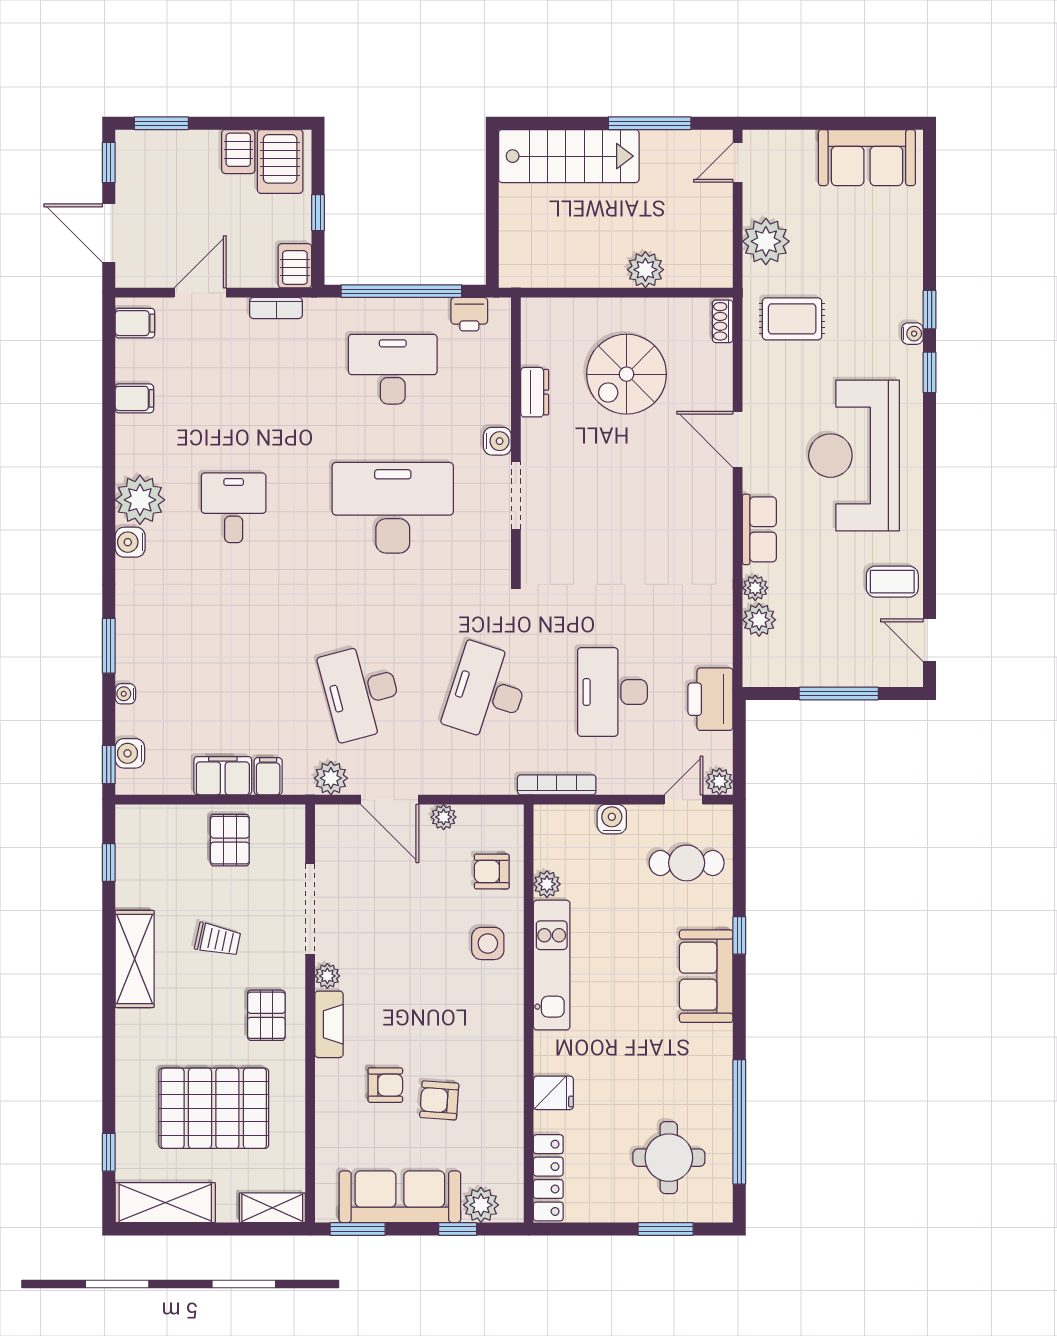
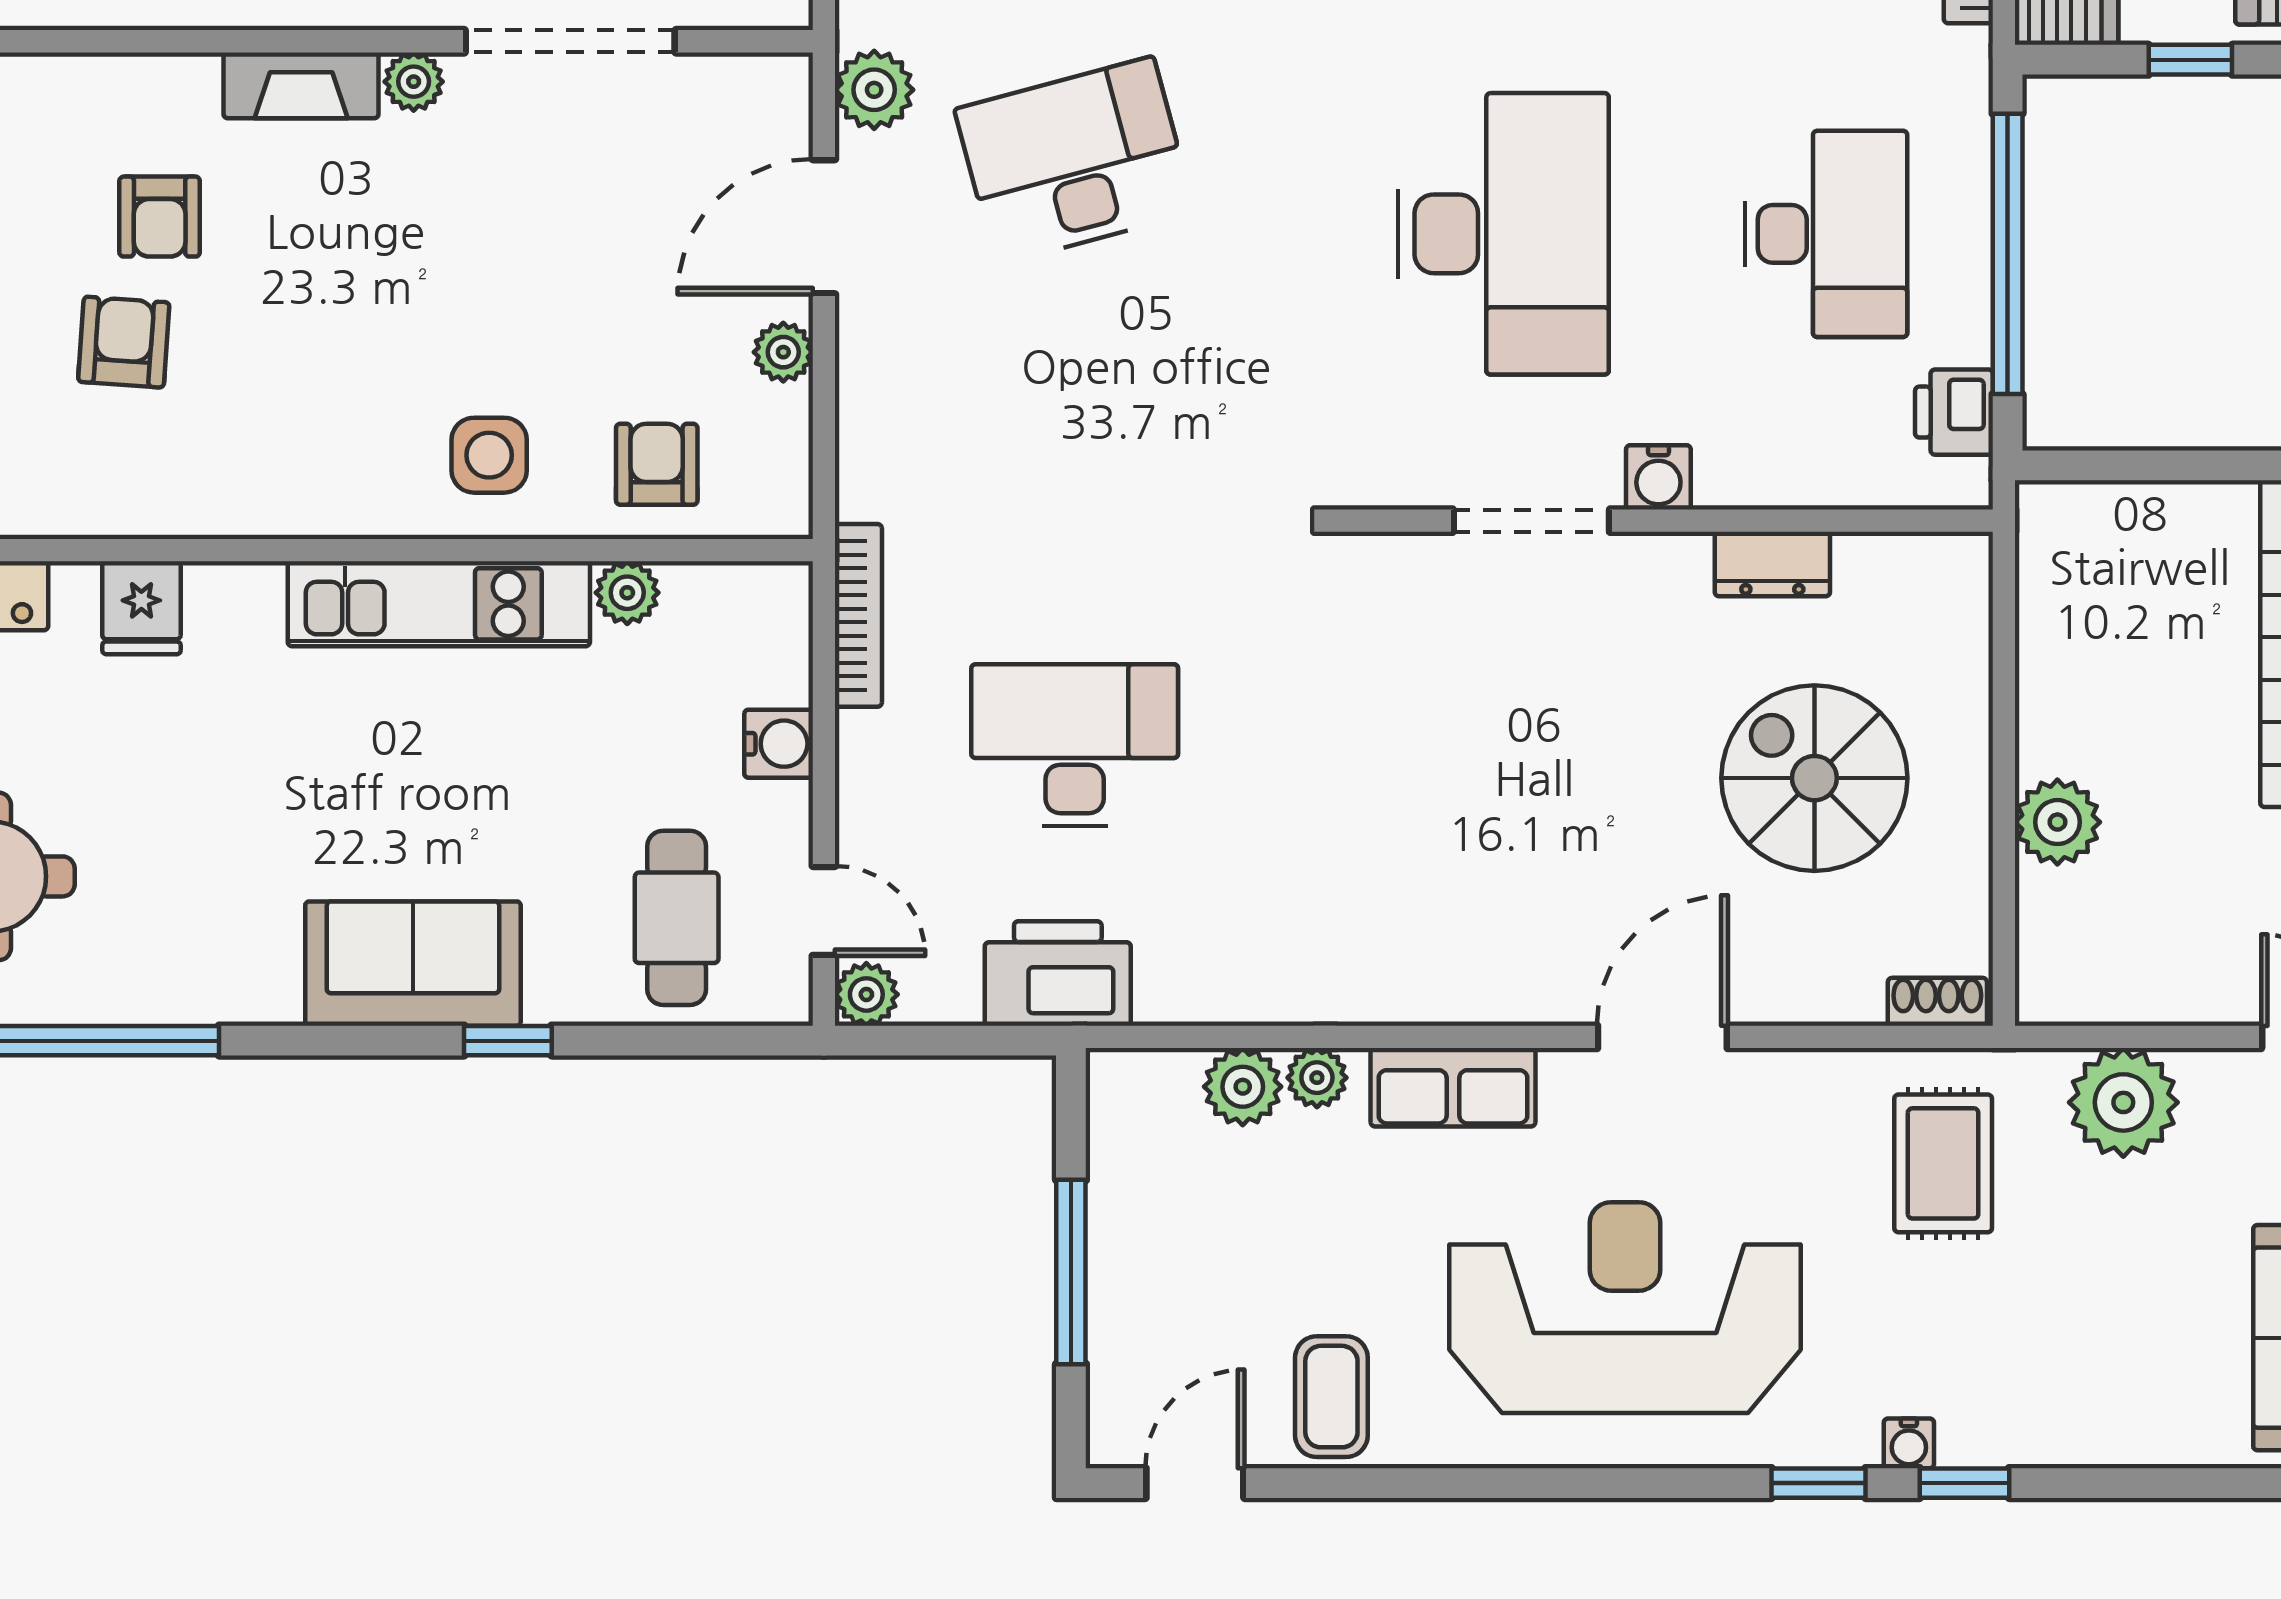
desk: (487, 692) -> (1075, 453), removed

